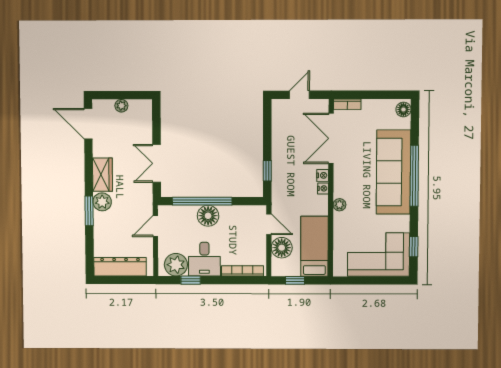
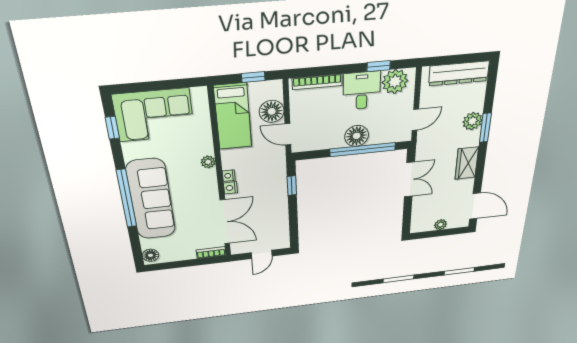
plant: (102, 202) -> (472, 121), moved

